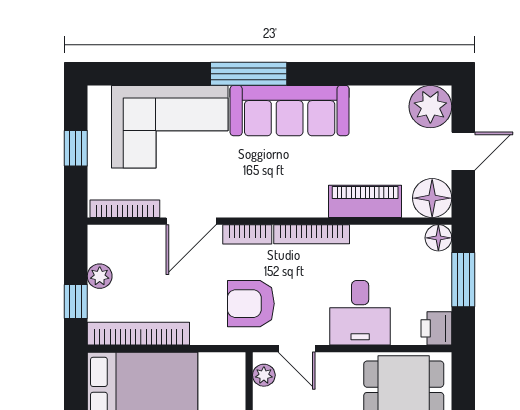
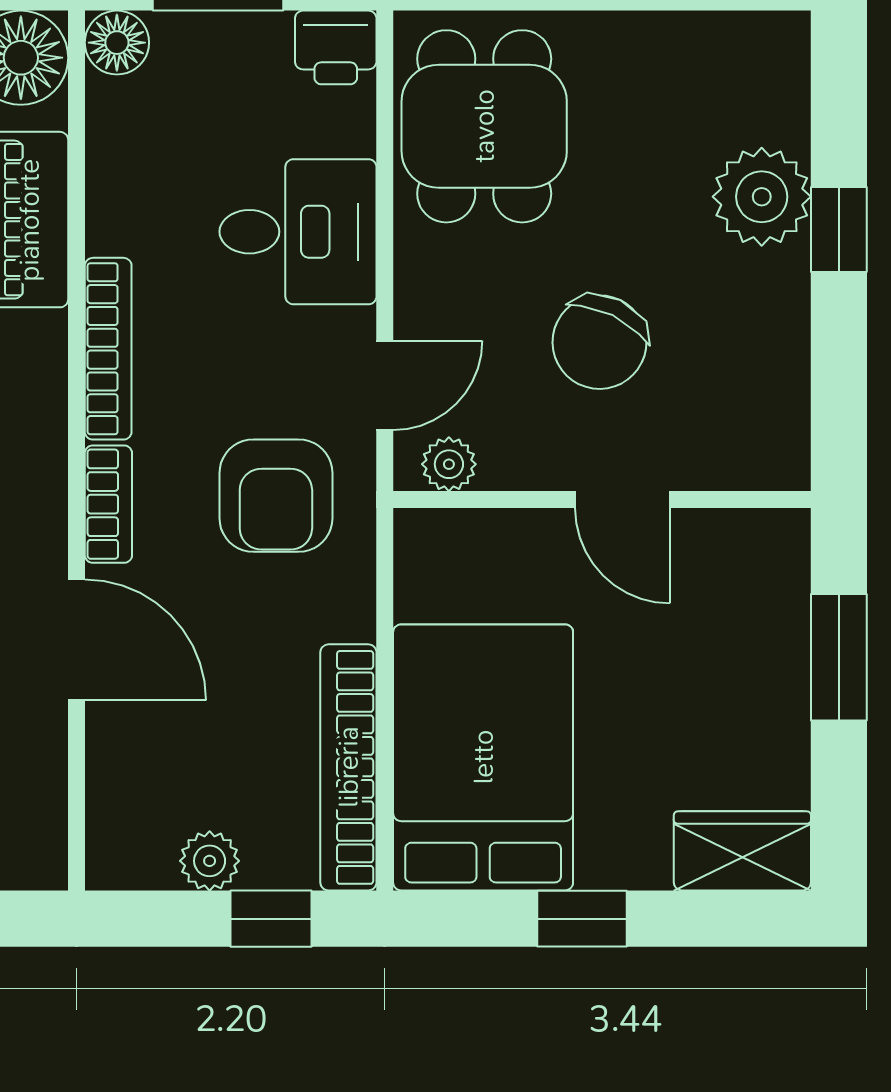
bookcase: (125, 209) -> (47, 800), removed

